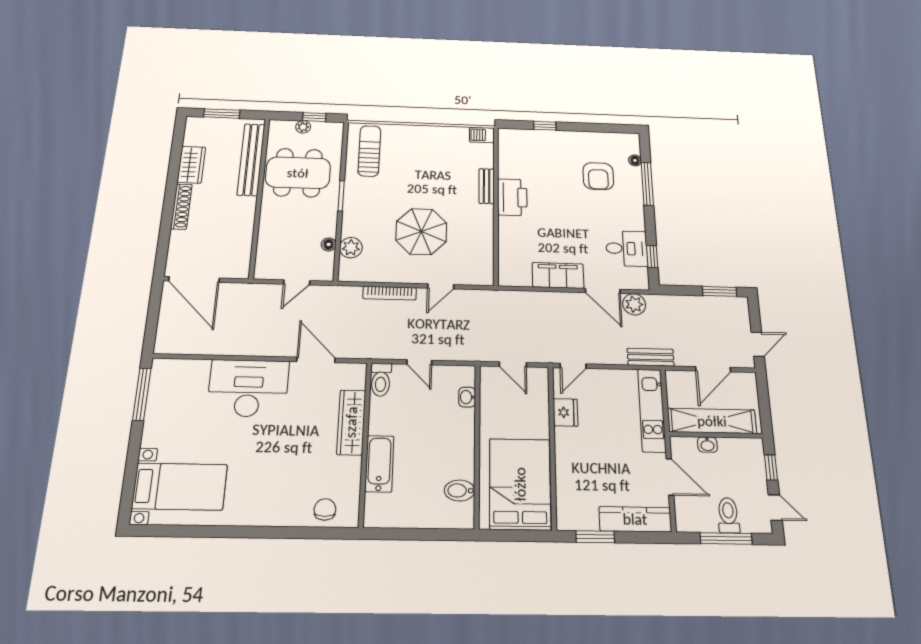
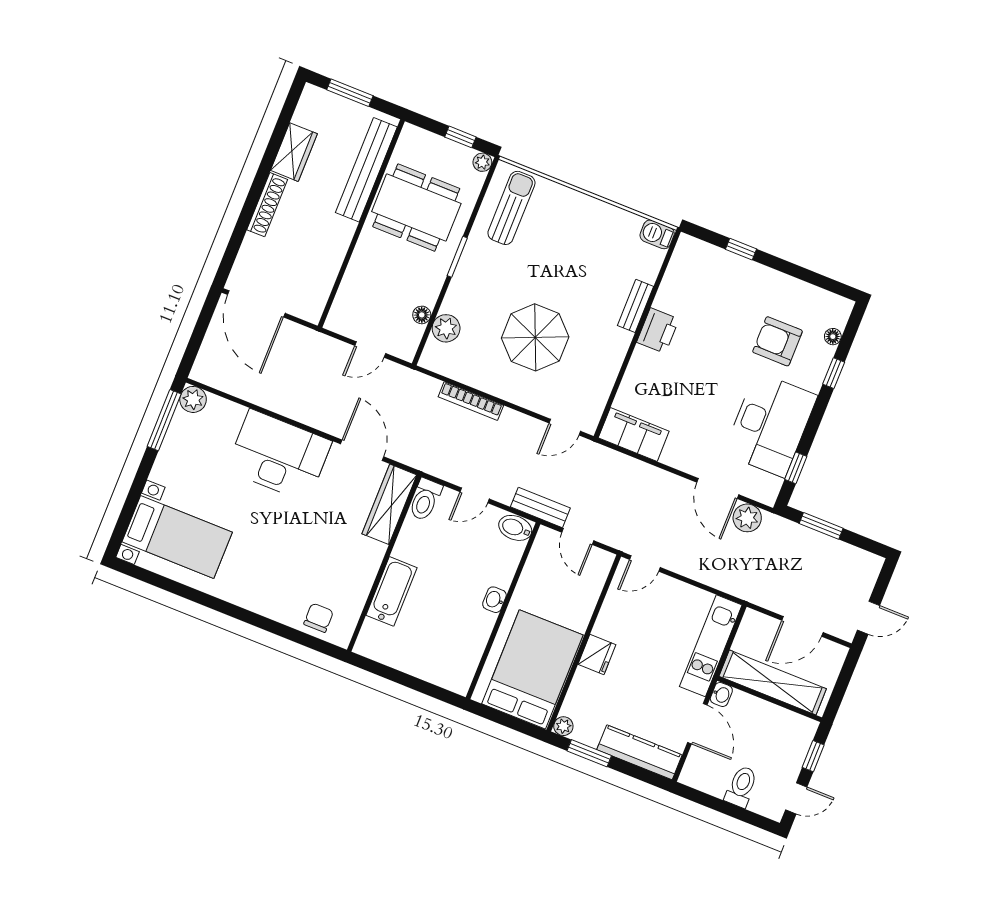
plant: (303, 127) -> (482, 162), moved
armchair: (598, 176) -> (778, 341), turned 90
window: (647, 184) -> (834, 373), width x0.46
printer: (512, 197) -> (658, 331), width x0.73, depth x0.84
desk: (627, 248) -> (770, 425), width x1.87, depth x1.30
filing cabinet: (558, 275) -> (634, 435), moved
door: (441, 286) -> (565, 427), moved
window: (719, 291) -> (821, 526), moved
bench: (651, 357) -> (540, 507), moved
door: (419, 362) -> (475, 495), hinge flipped
plant: (162, 369) -> (193, 399), added
washbasin: (467, 397) -> (494, 600), moved
fridge: (565, 412) -> (597, 654), moved
wardrobe: (351, 422) -> (389, 504), moved
washbasin: (707, 445) -> (721, 695), moved, turned -90
bidet: (460, 490) -> (515, 528), moved
door: (775, 507) -> (796, 798), hinge flipped
plant: (565, 522) -> (563, 726), added
window: (726, 538) -> (727, 808), removed

